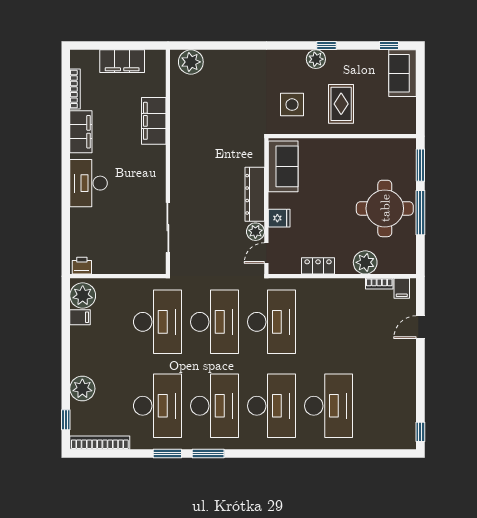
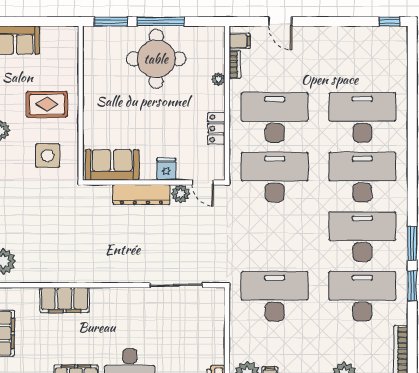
plant: (365, 262) -> (218, 79), width x0.53, depth x0.53
desk: (215, 322) -> (275, 117), moved

